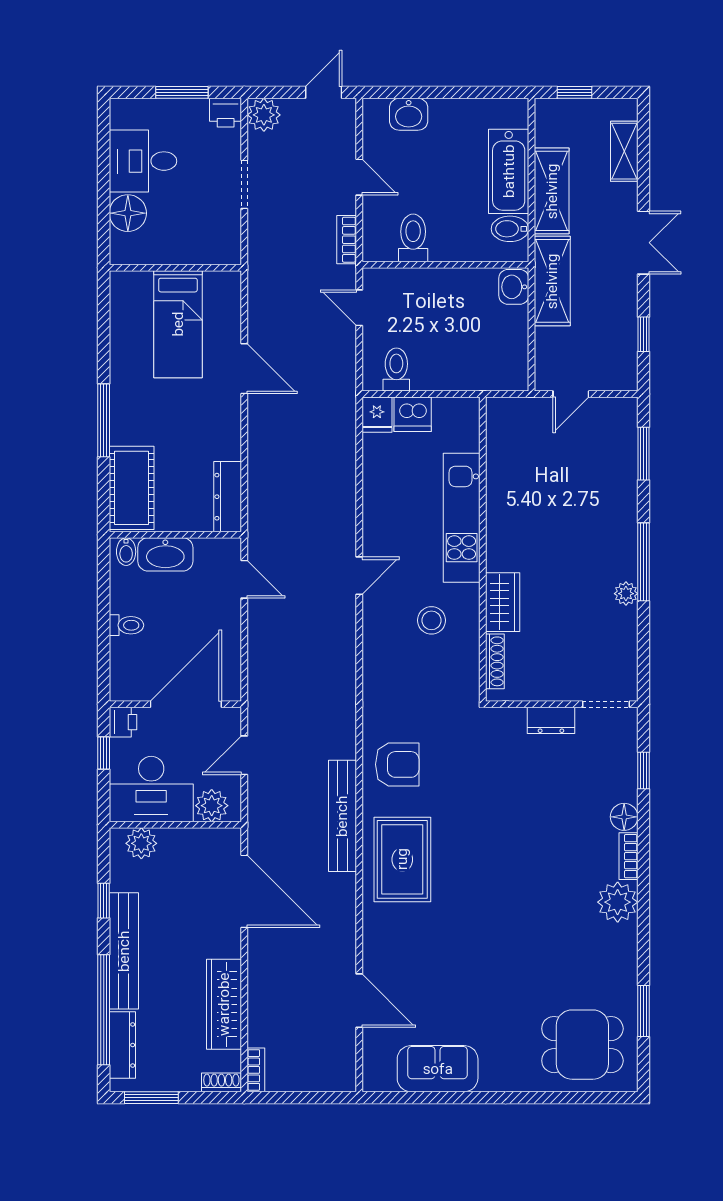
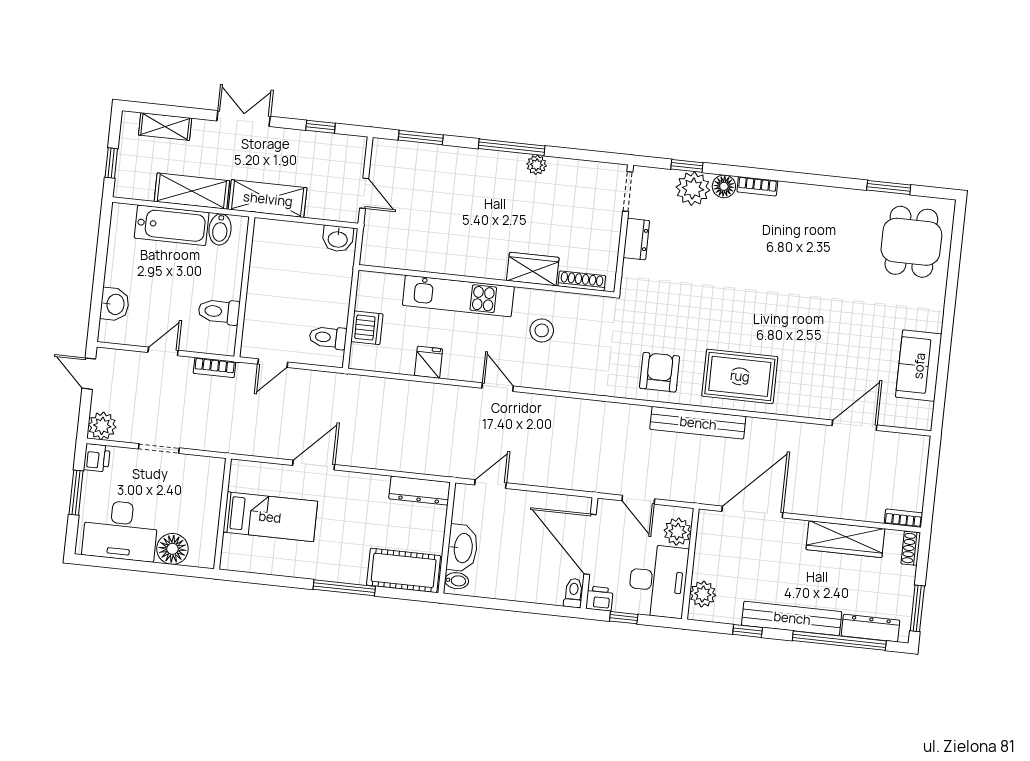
desk: (143, 161) -> (120, 530), width x1.37
washbasin: (514, 287) -> (338, 239), moved
fridge: (377, 415) -> (428, 362), moved, turned -90
toilet: (126, 625) -> (573, 593), moved
plant: (618, 902) -> (693, 189), moved

